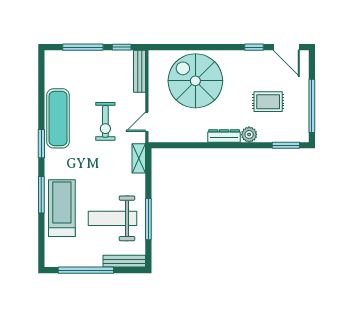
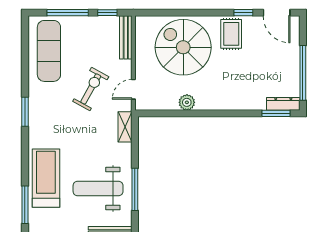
rug: (268, 102) -> (231, 34), moved, turned 90
exercise mat: (58, 118) -> (49, 51), moved
exercise bike: (105, 121) -> (91, 89), turned -151
plant: (249, 134) -> (187, 102), moved
dresser: (224, 136) -> (283, 104), moved
window: (41, 195) -> (25, 205), moved

